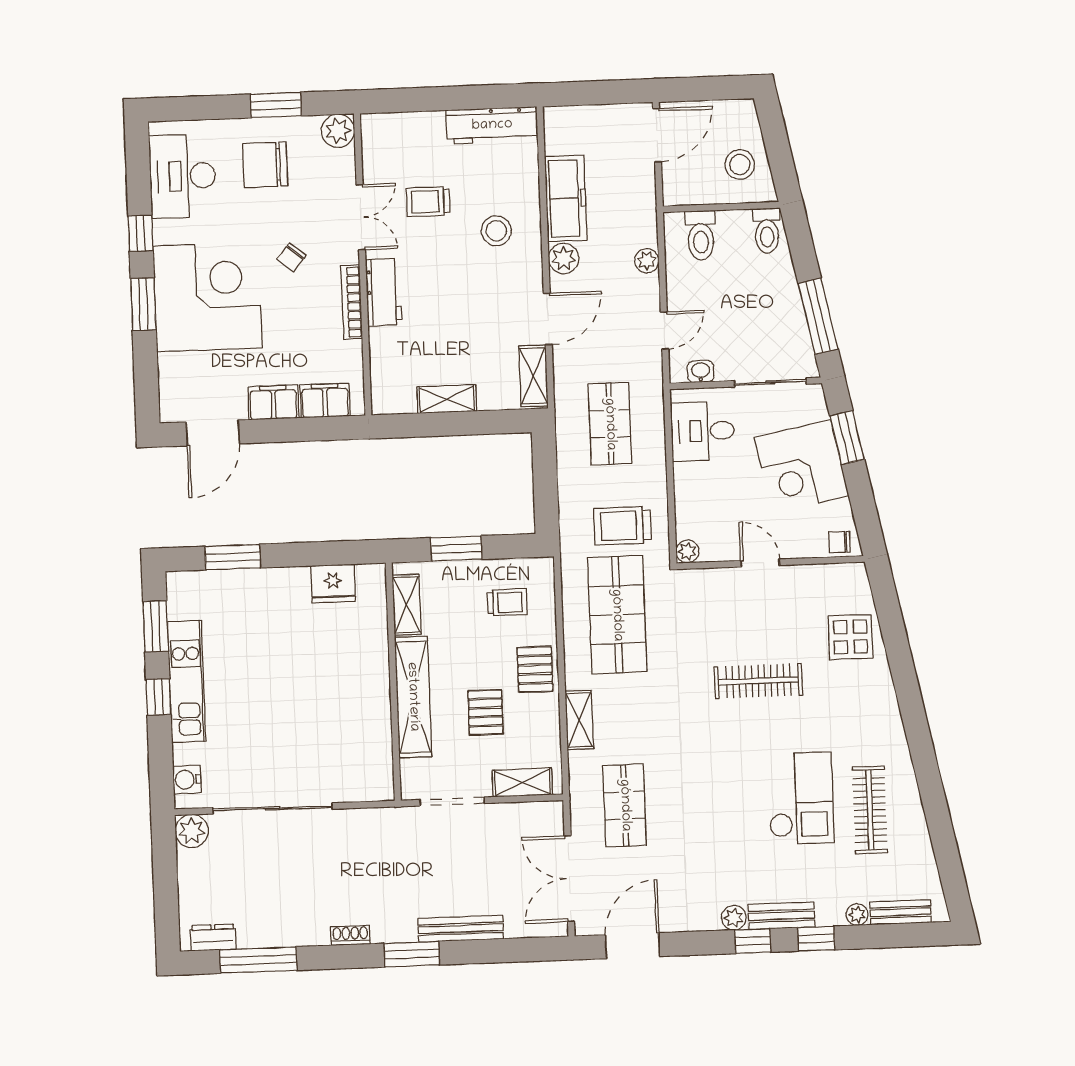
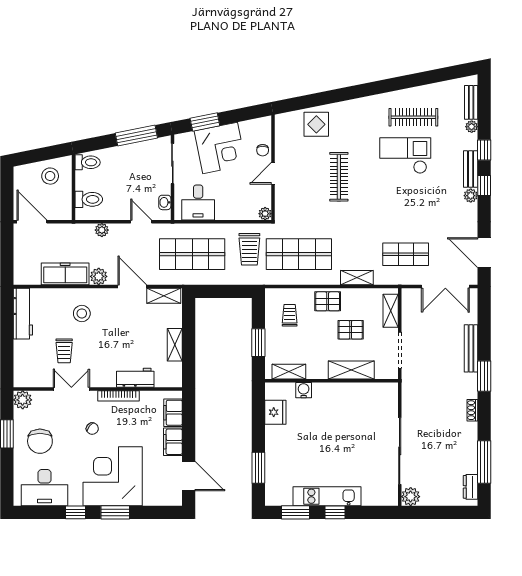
workbench: (384, 292) -> (135, 378), moved
shop shelf: (610, 424) -> (192, 254), width x1.43, depth x1.36
chair: (840, 542) -> (263, 150), moved
shelving: (413, 697) -> (351, 370), width x0.68
water cooler: (187, 780) -> (304, 390), moved, turned 180

